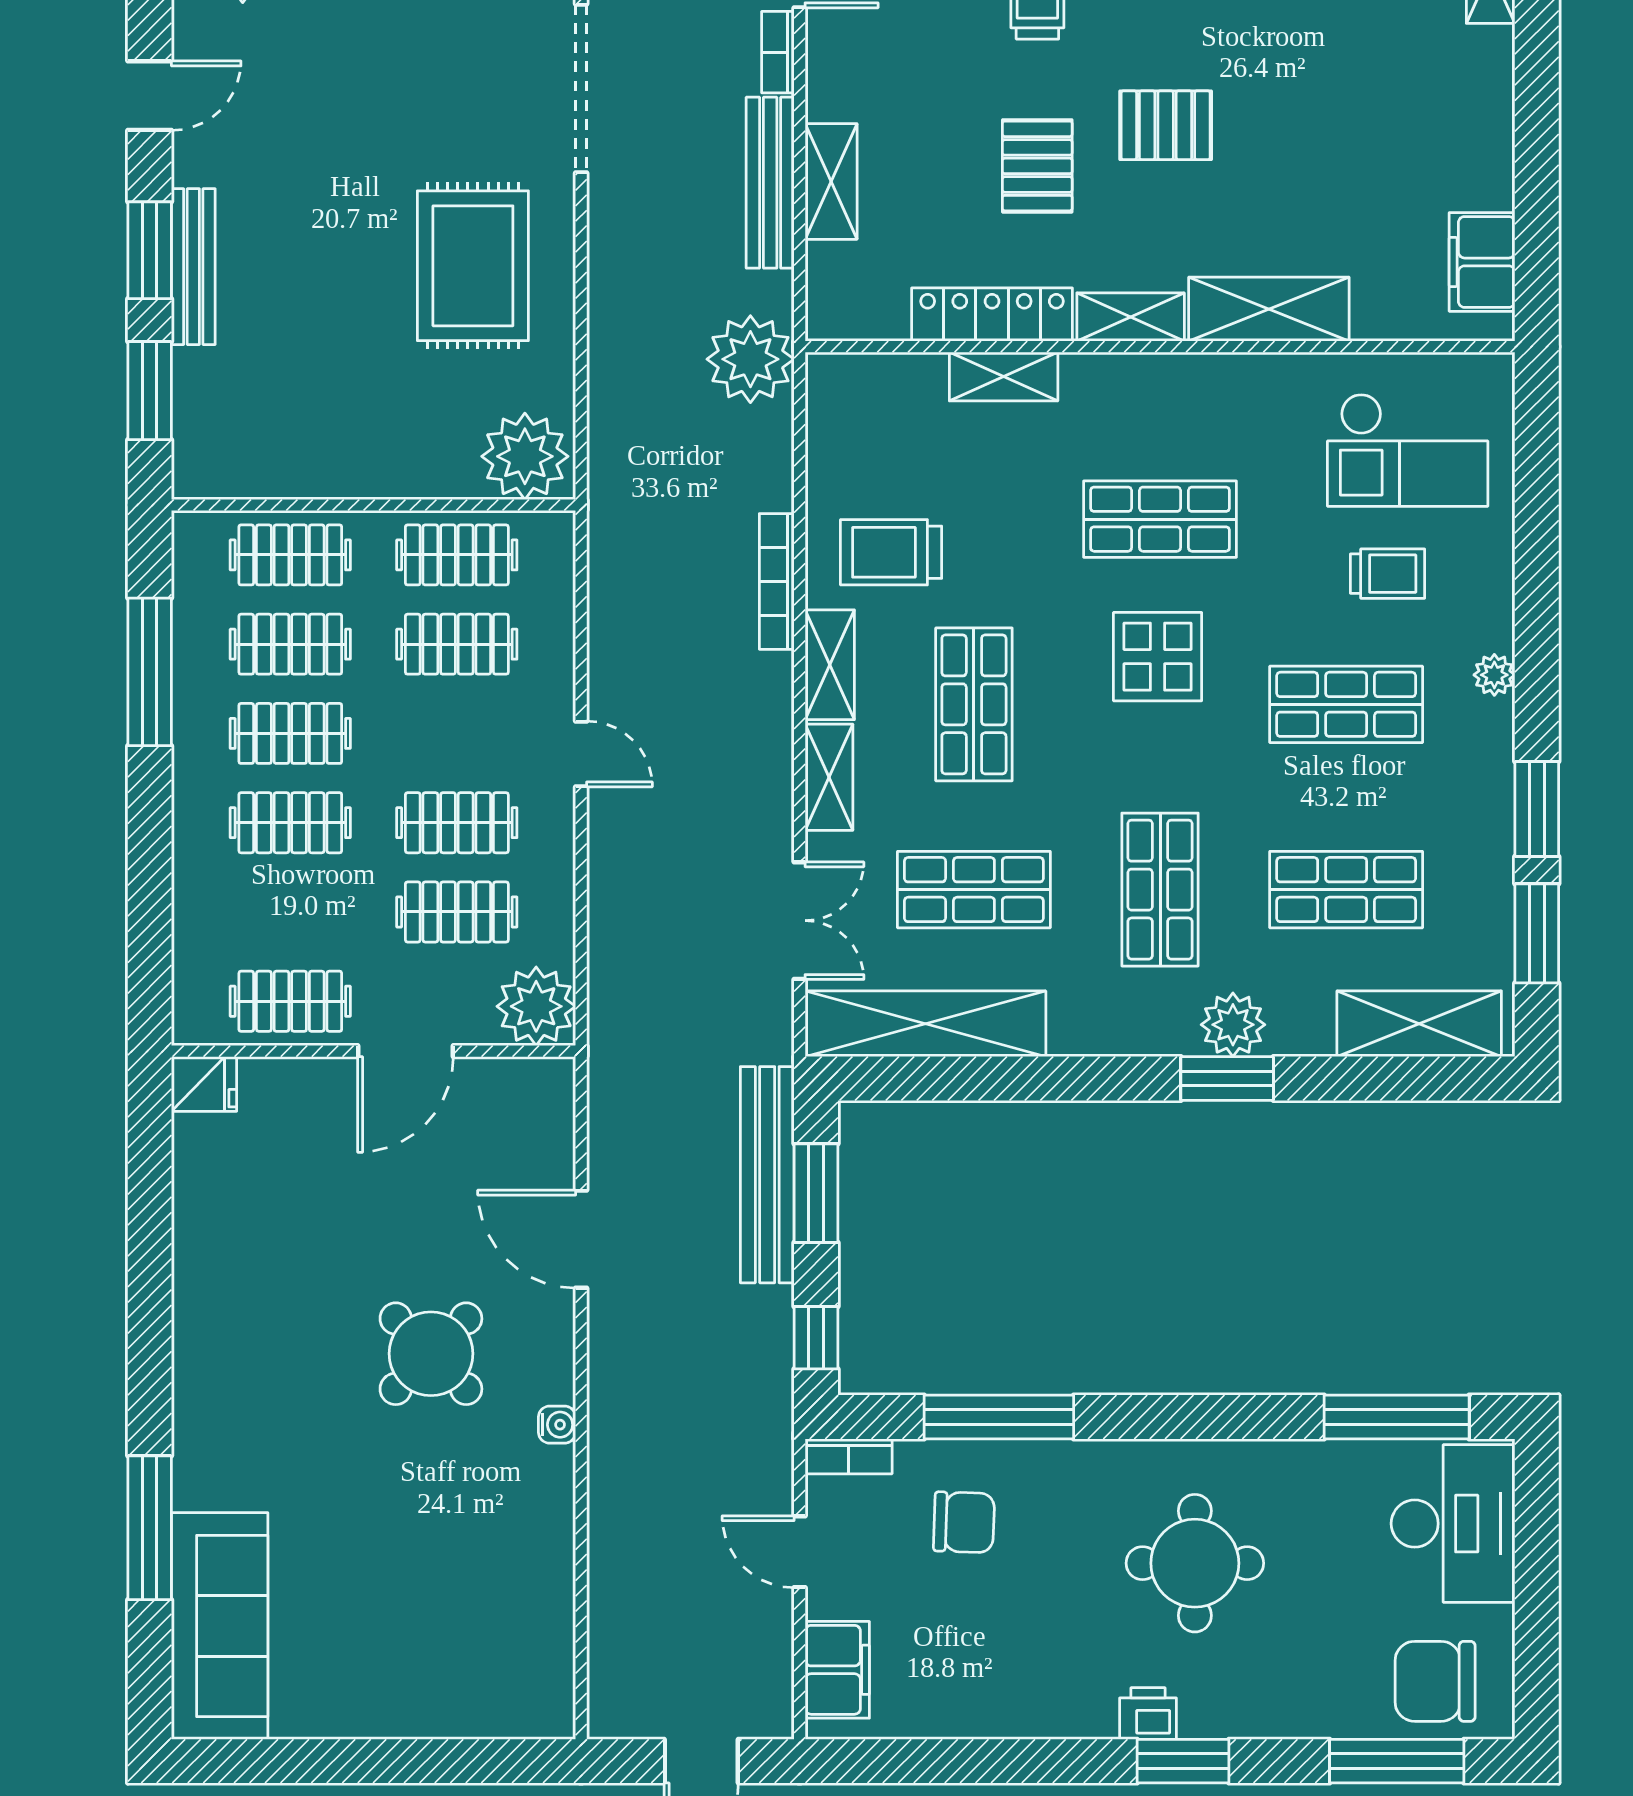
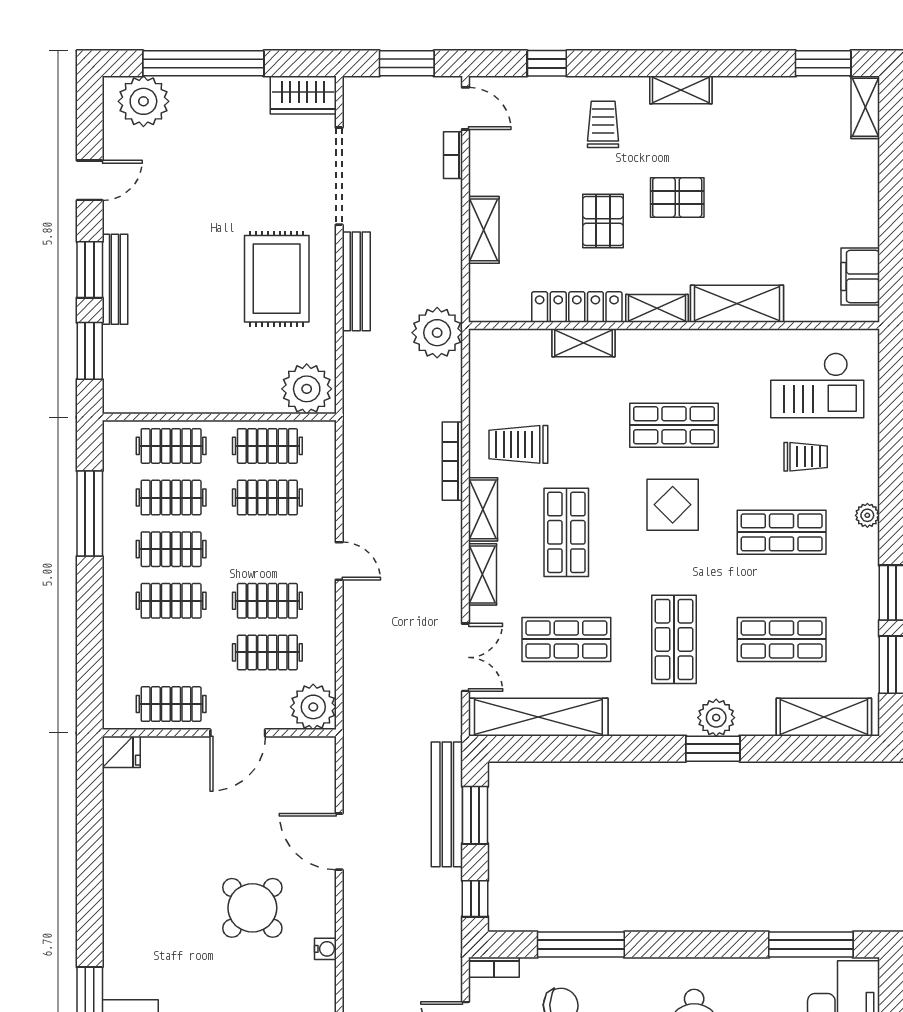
bench: (770, 183) -> (356, 281), moved

